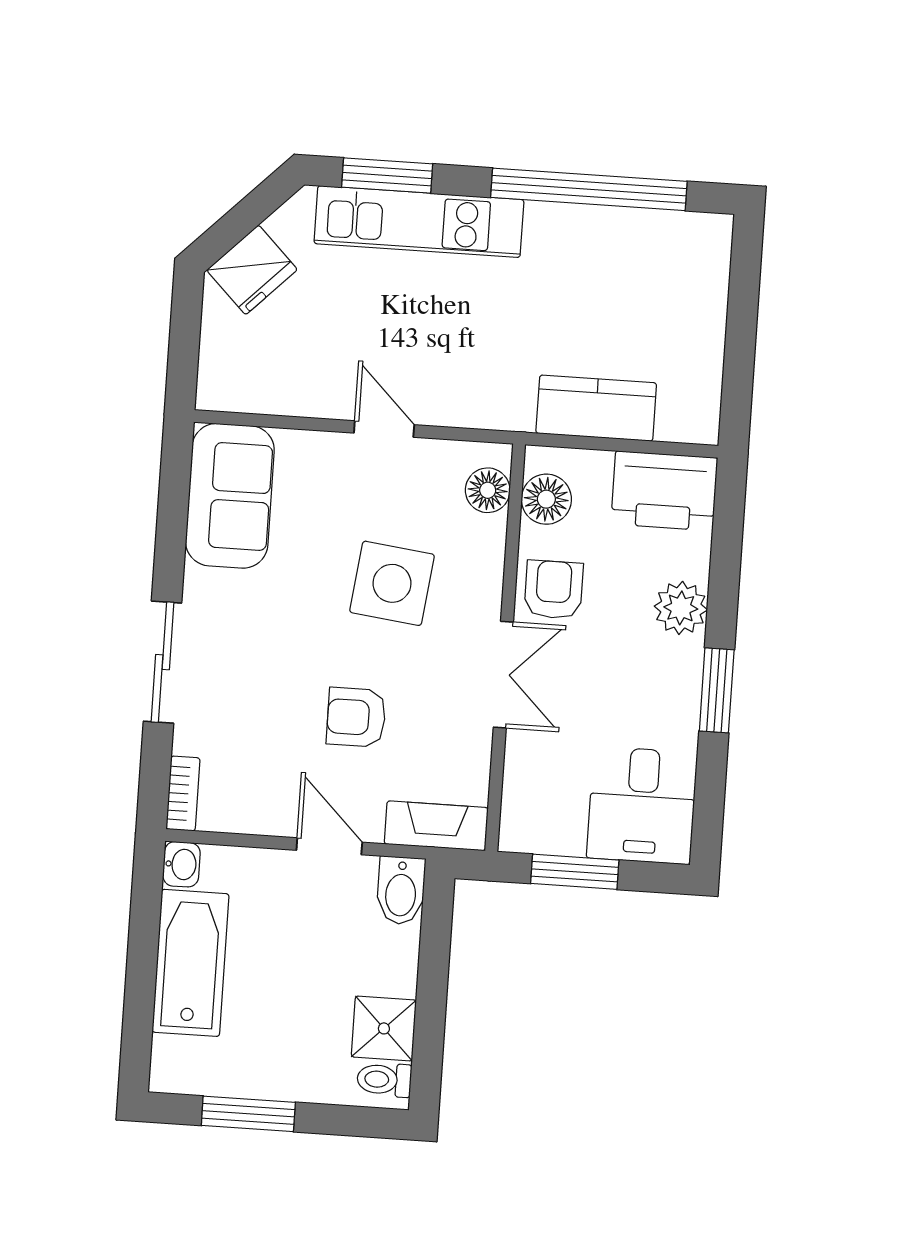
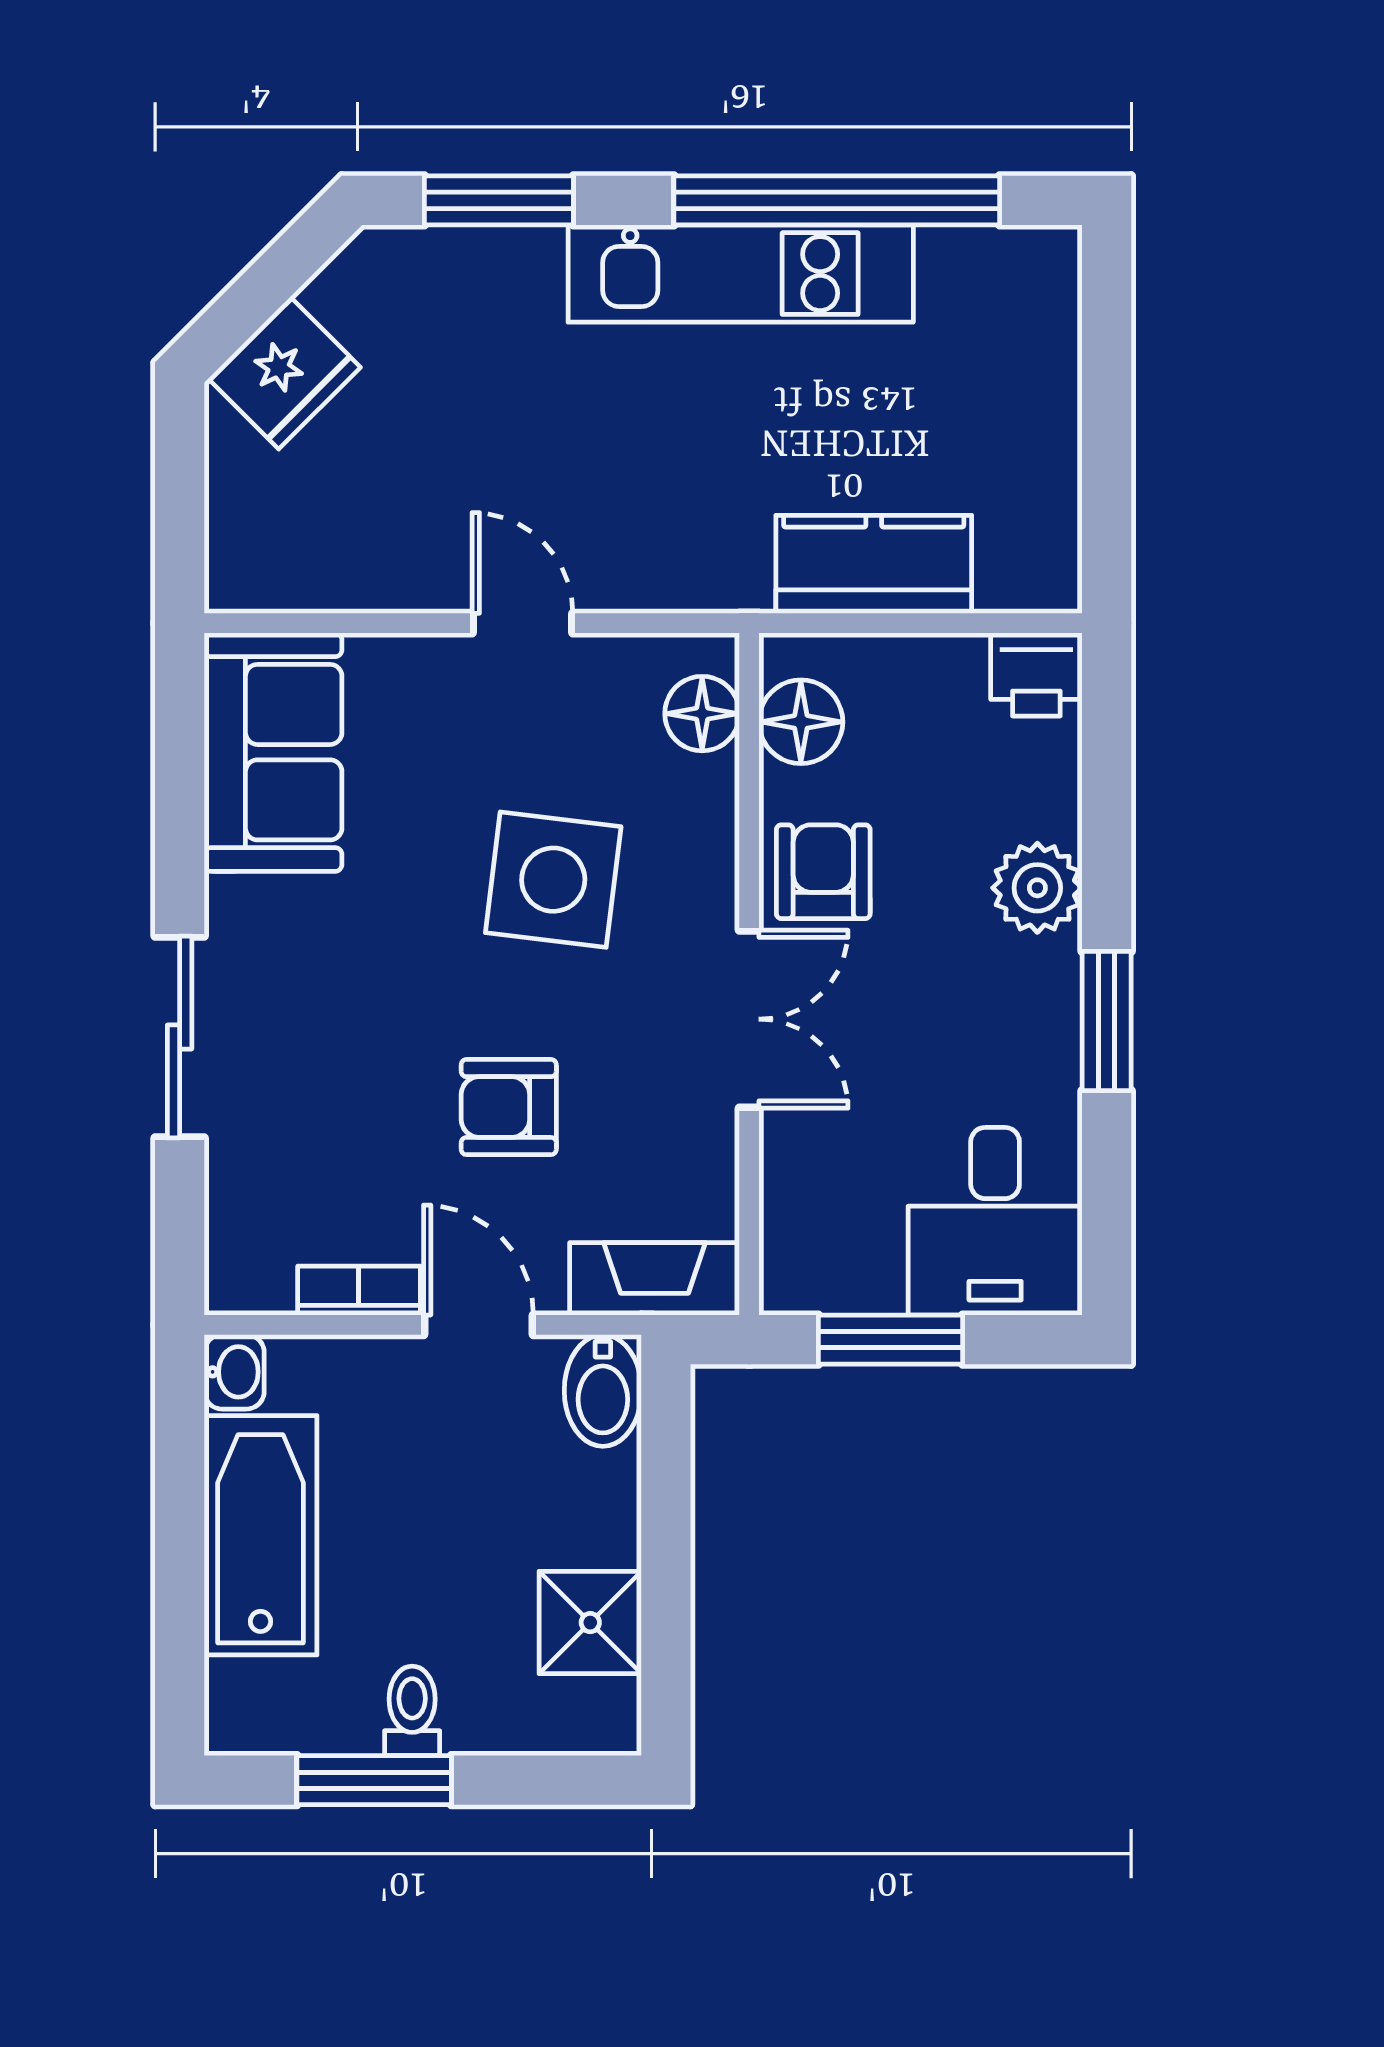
kitchen unit: (419, 222) -> (741, 274), moved
printer: (664, 491) -> (1036, 674), width x0.53, depth x0.68
bookcase: (183, 794) -> (359, 1291), moved, turned -90
toilet: (384, 1080) -> (412, 1711), moved, turned 90

